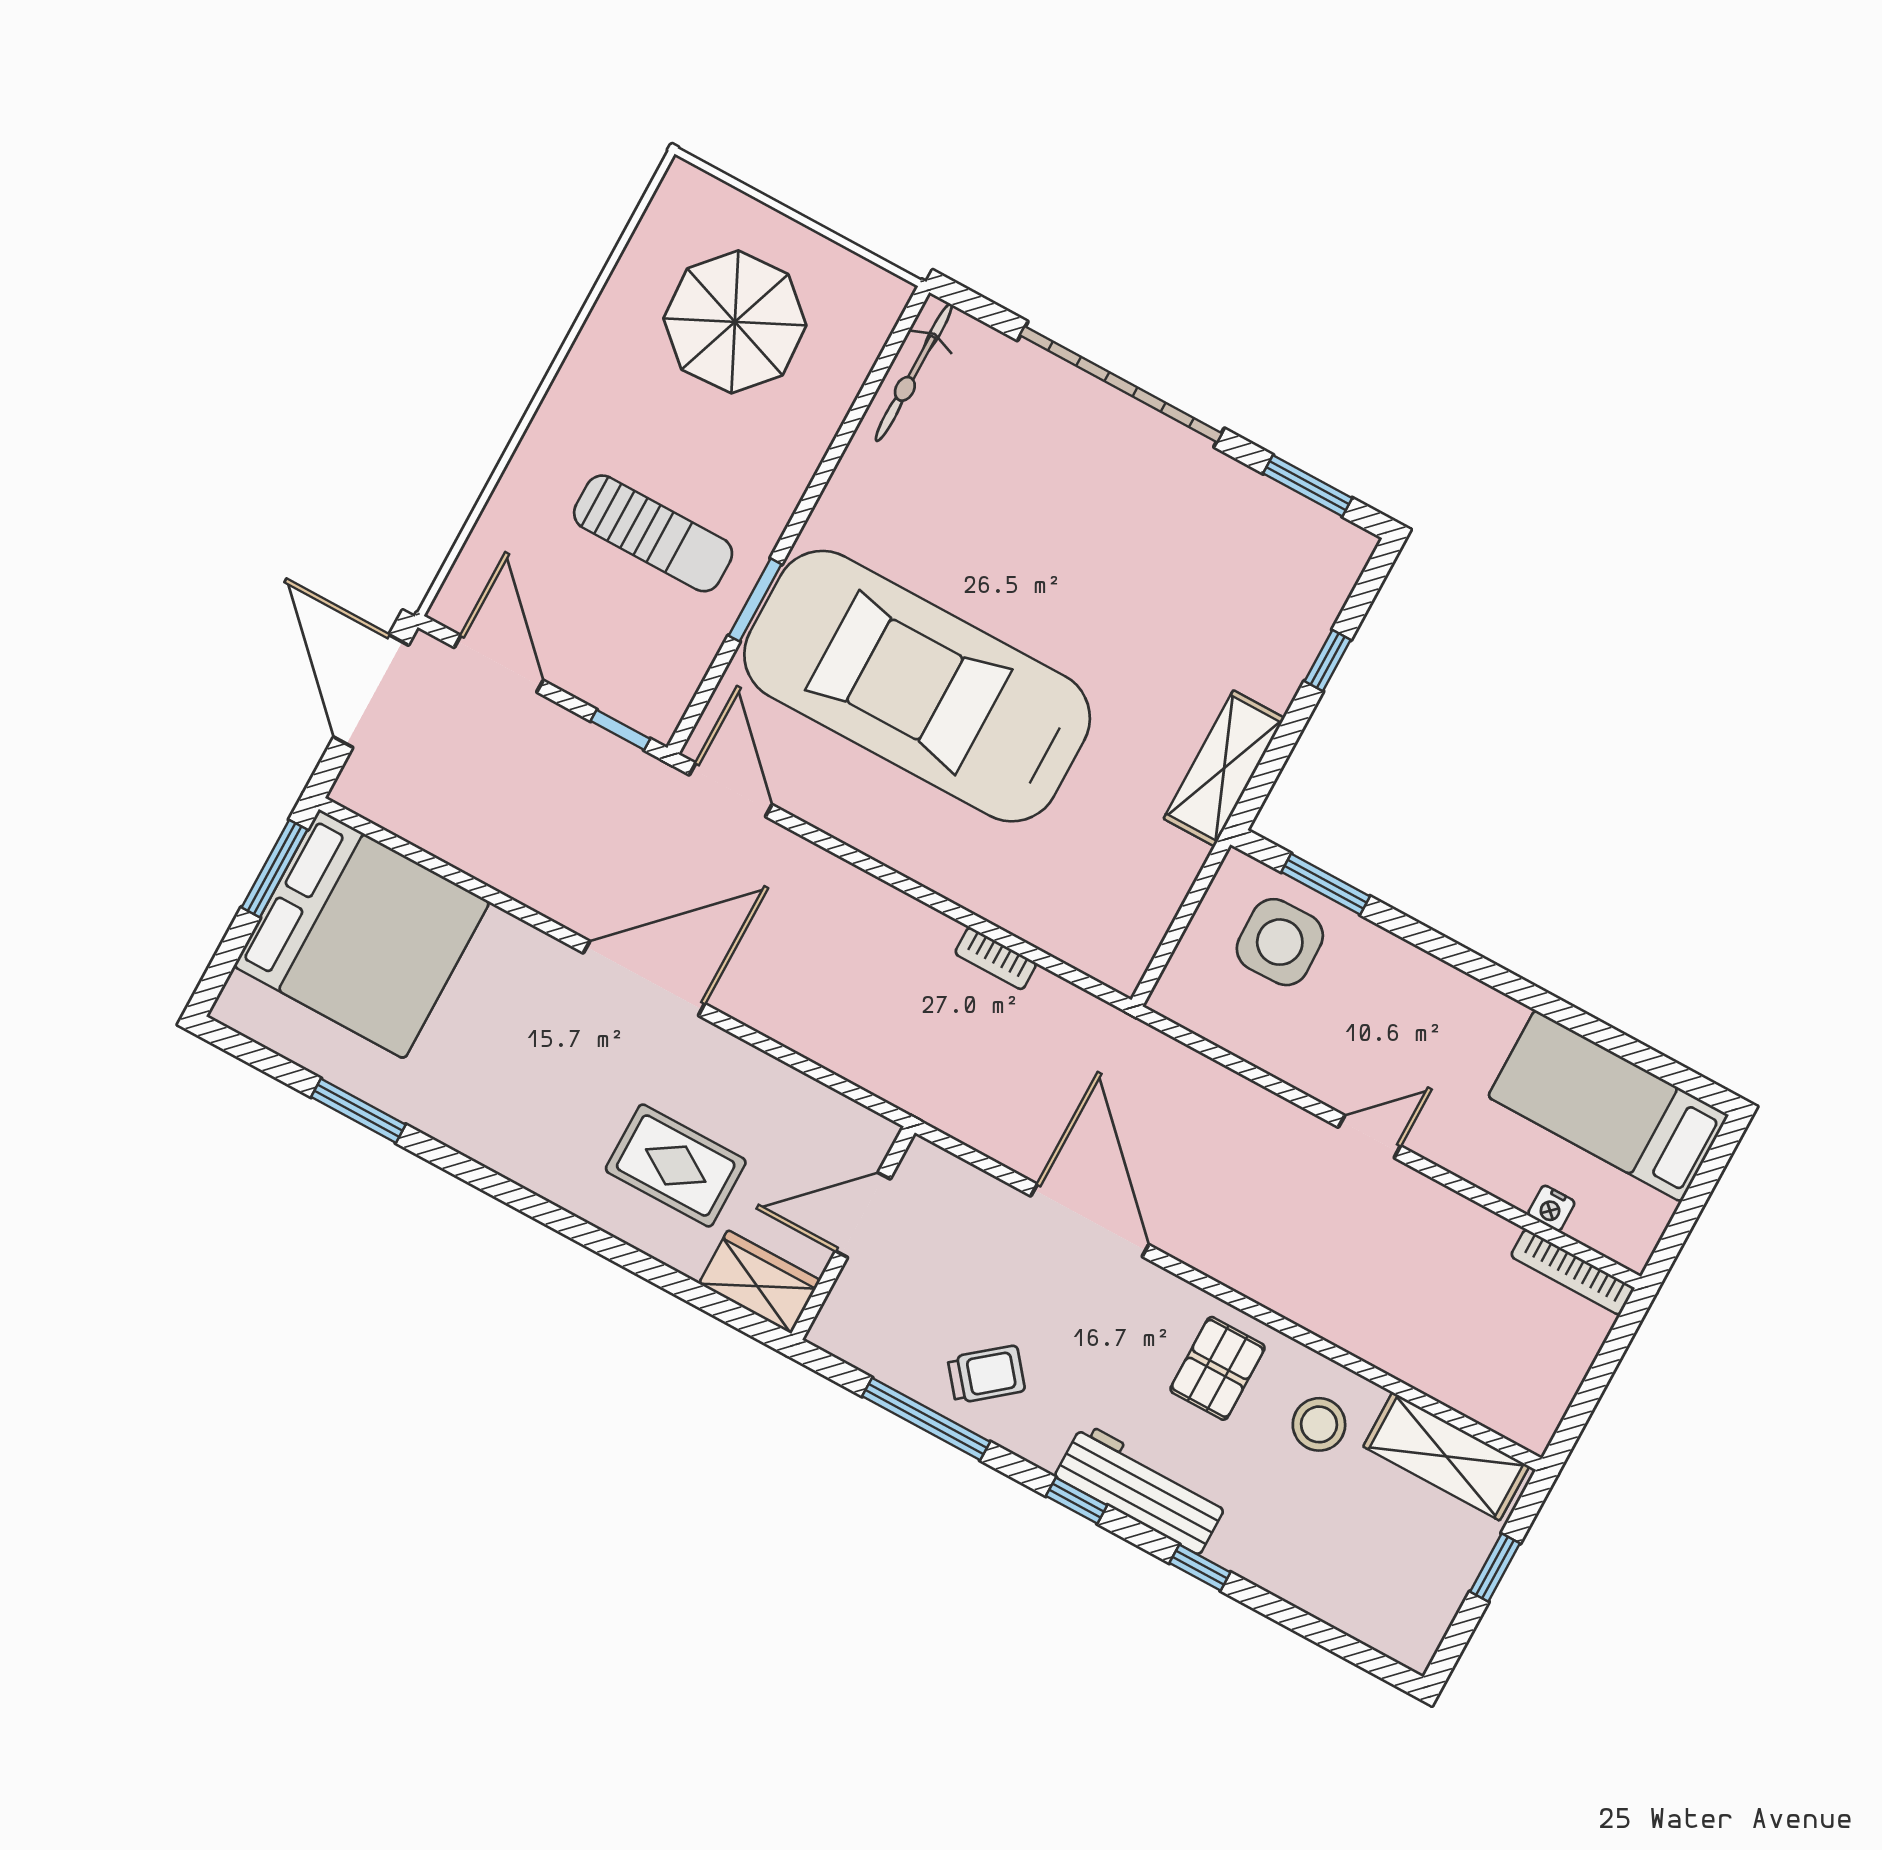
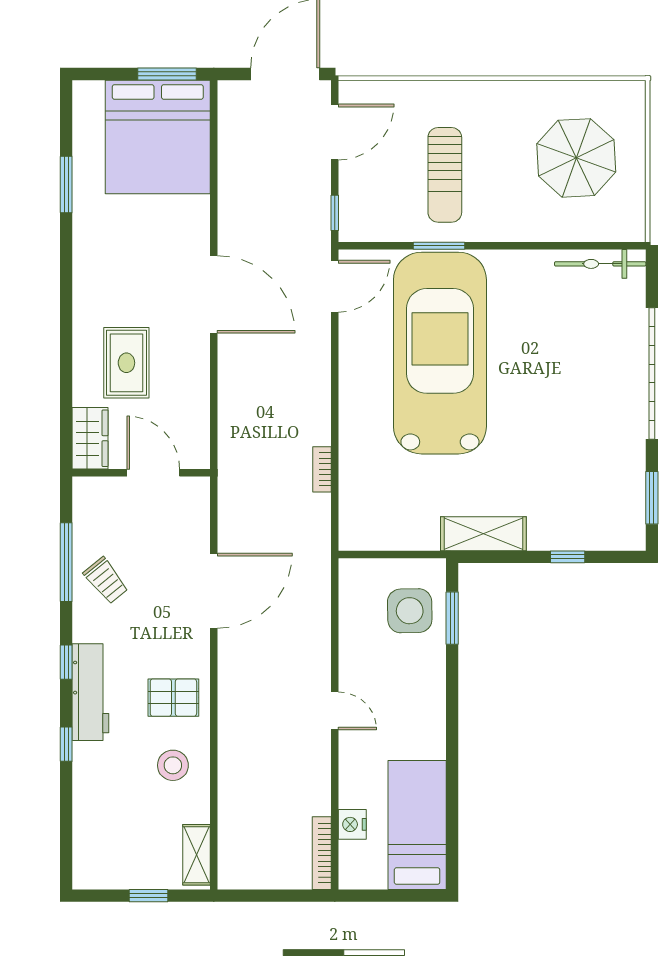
nightstand: (1551, 1208) -> (352, 824), width x1.39, depth x1.35
shelving: (1446, 1456) -> (197, 855), width x0.67, depth x0.75

